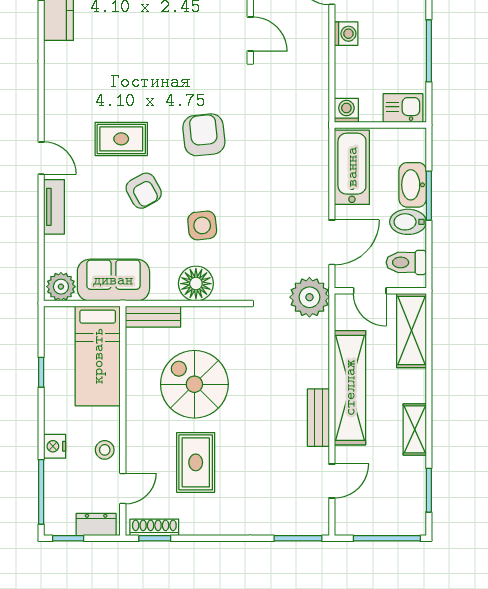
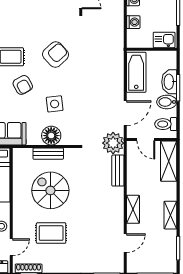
washing machine: (346, 110) -> (133, 22), moved, turned 90
armchair: (204, 135) -> (56, 55), turned 54
bench: (153, 317) -> (48, 154), moved
shelving: (350, 388) -> (133, 209), width x0.45, depth x0.75
bench: (318, 418) -> (118, 171), moved
rug: (196, 462) -> (51, 233), turned 90

